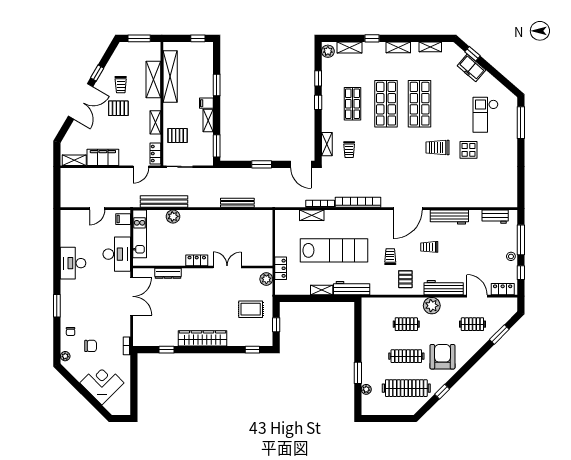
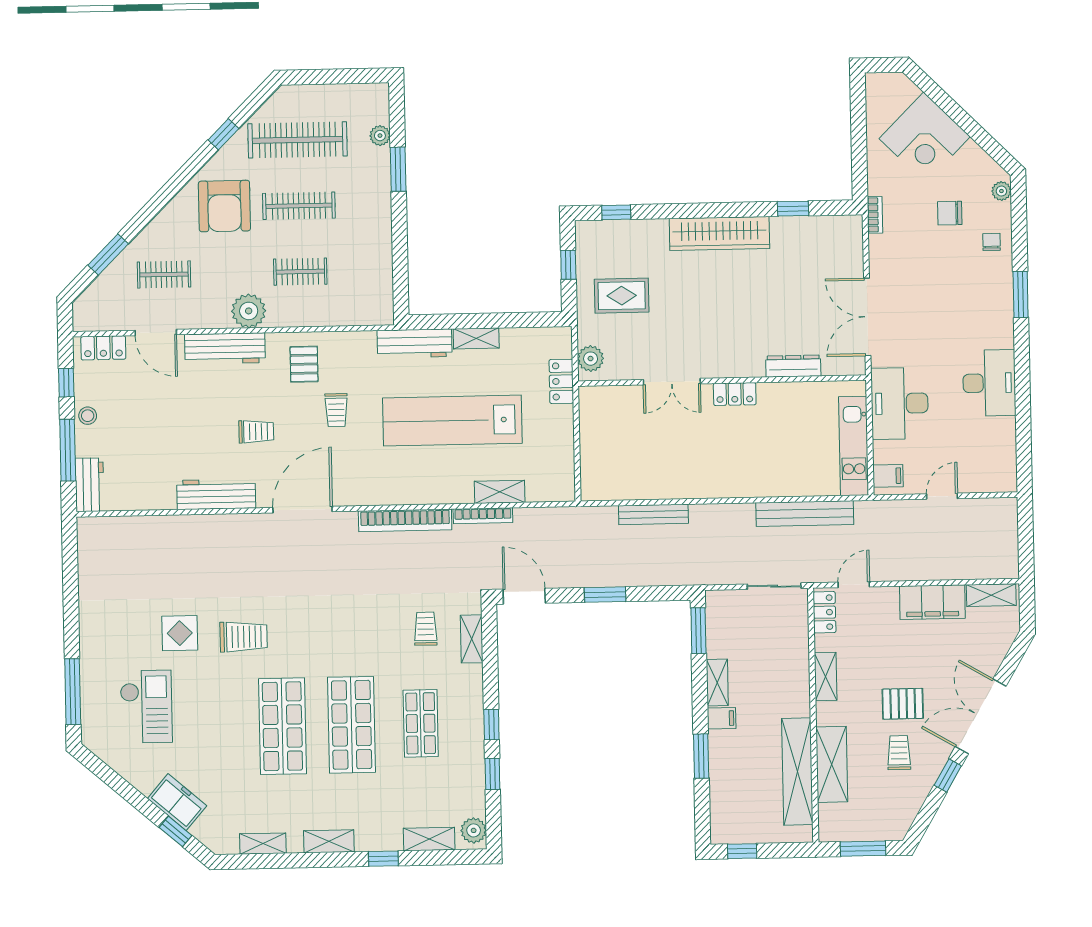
pallet: (178, 136) -> (780, 650), removed
plant: (173, 216) -> (786, 483), removed
workbench: (495, 217) -> (89, 485), moved, turned 90

